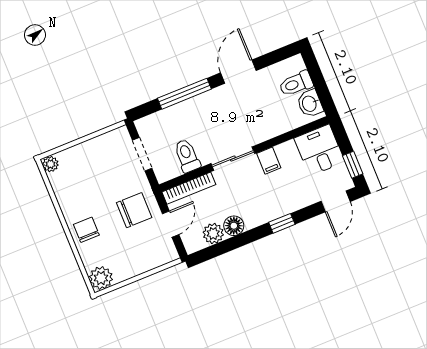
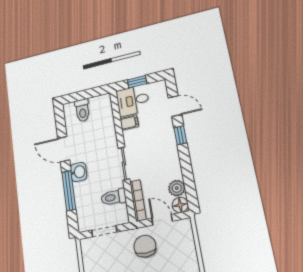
washbasin: (310, 104) -> (79, 172), moved, turned -90
filing cabinet: (269, 161) -> (129, 123), moved
window: (353, 165) -> (137, 82), moved
door: (336, 201) -> (175, 106), moved
floor lamp: (234, 226) -> (180, 205), moved

